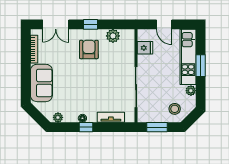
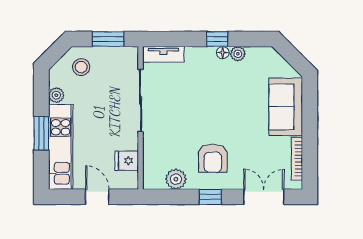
plant: (58, 117) -> (238, 54), moved
tv unit: (111, 117) -> (163, 54), moved

